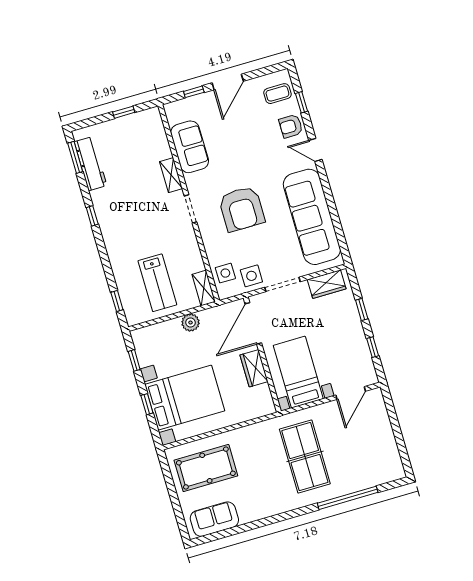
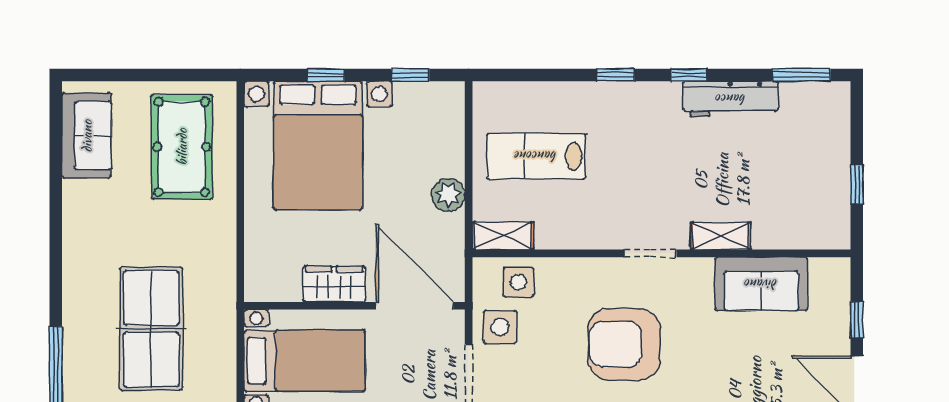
workbench: (91, 164) -> (731, 99), moved
window: (117, 301) -> (616, 75), moved
table tennis table: (305, 457) -> (151, 329), turned 90

